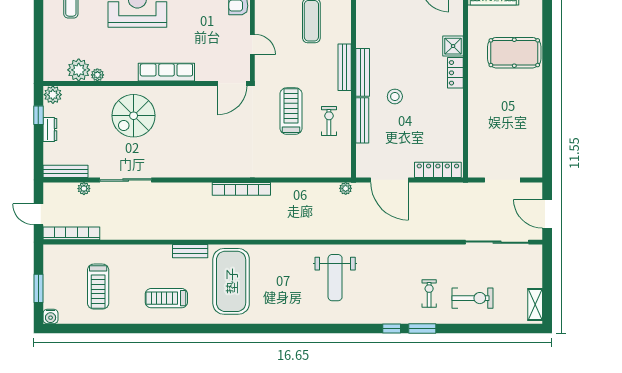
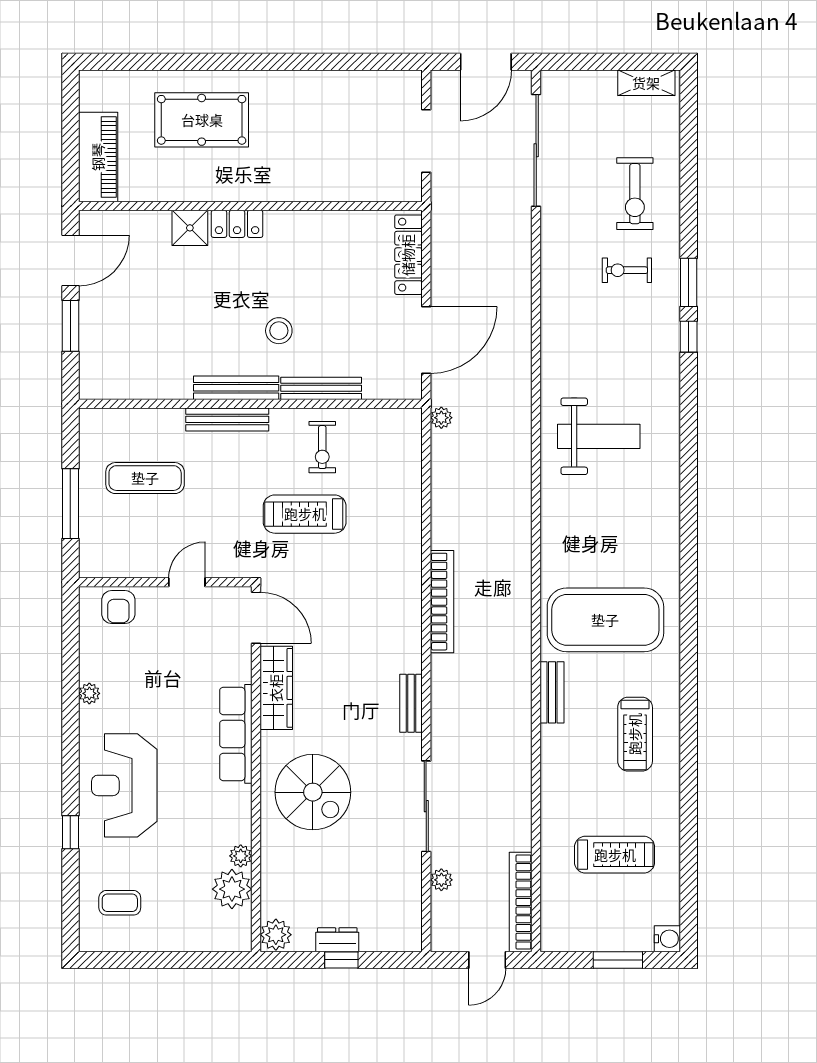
pool table: (514, 53) -> (202, 120), turned 90
wardrobe: (193, 95) -> (276, 688), added
window: (38, 115) -> (341, 960), moved
exercise bike: (329, 121) -> (322, 447), turned -90
bench: (66, 171) -> (411, 703), moved, width x0.73
exercise bike: (472, 298) -> (635, 194), turned 180

